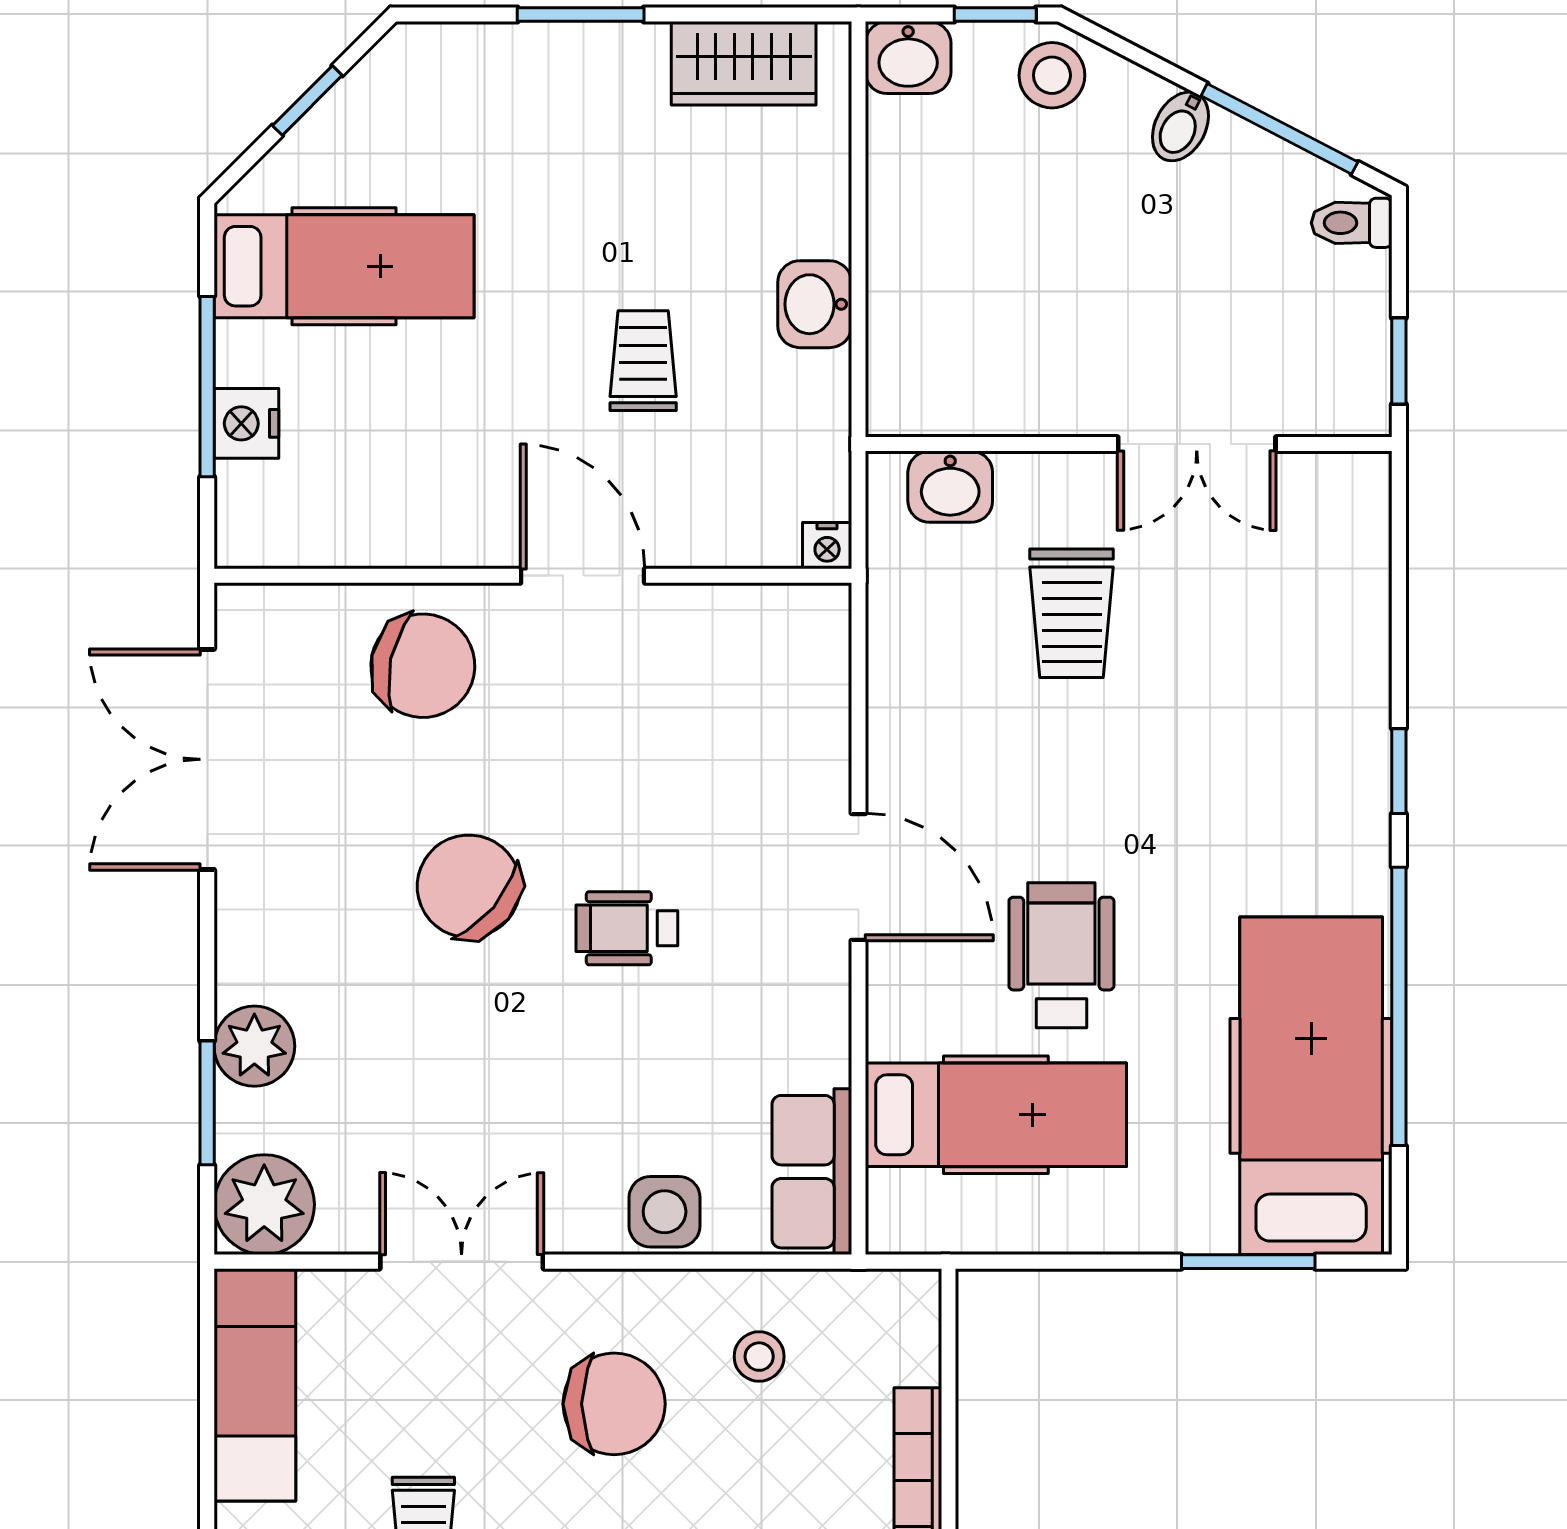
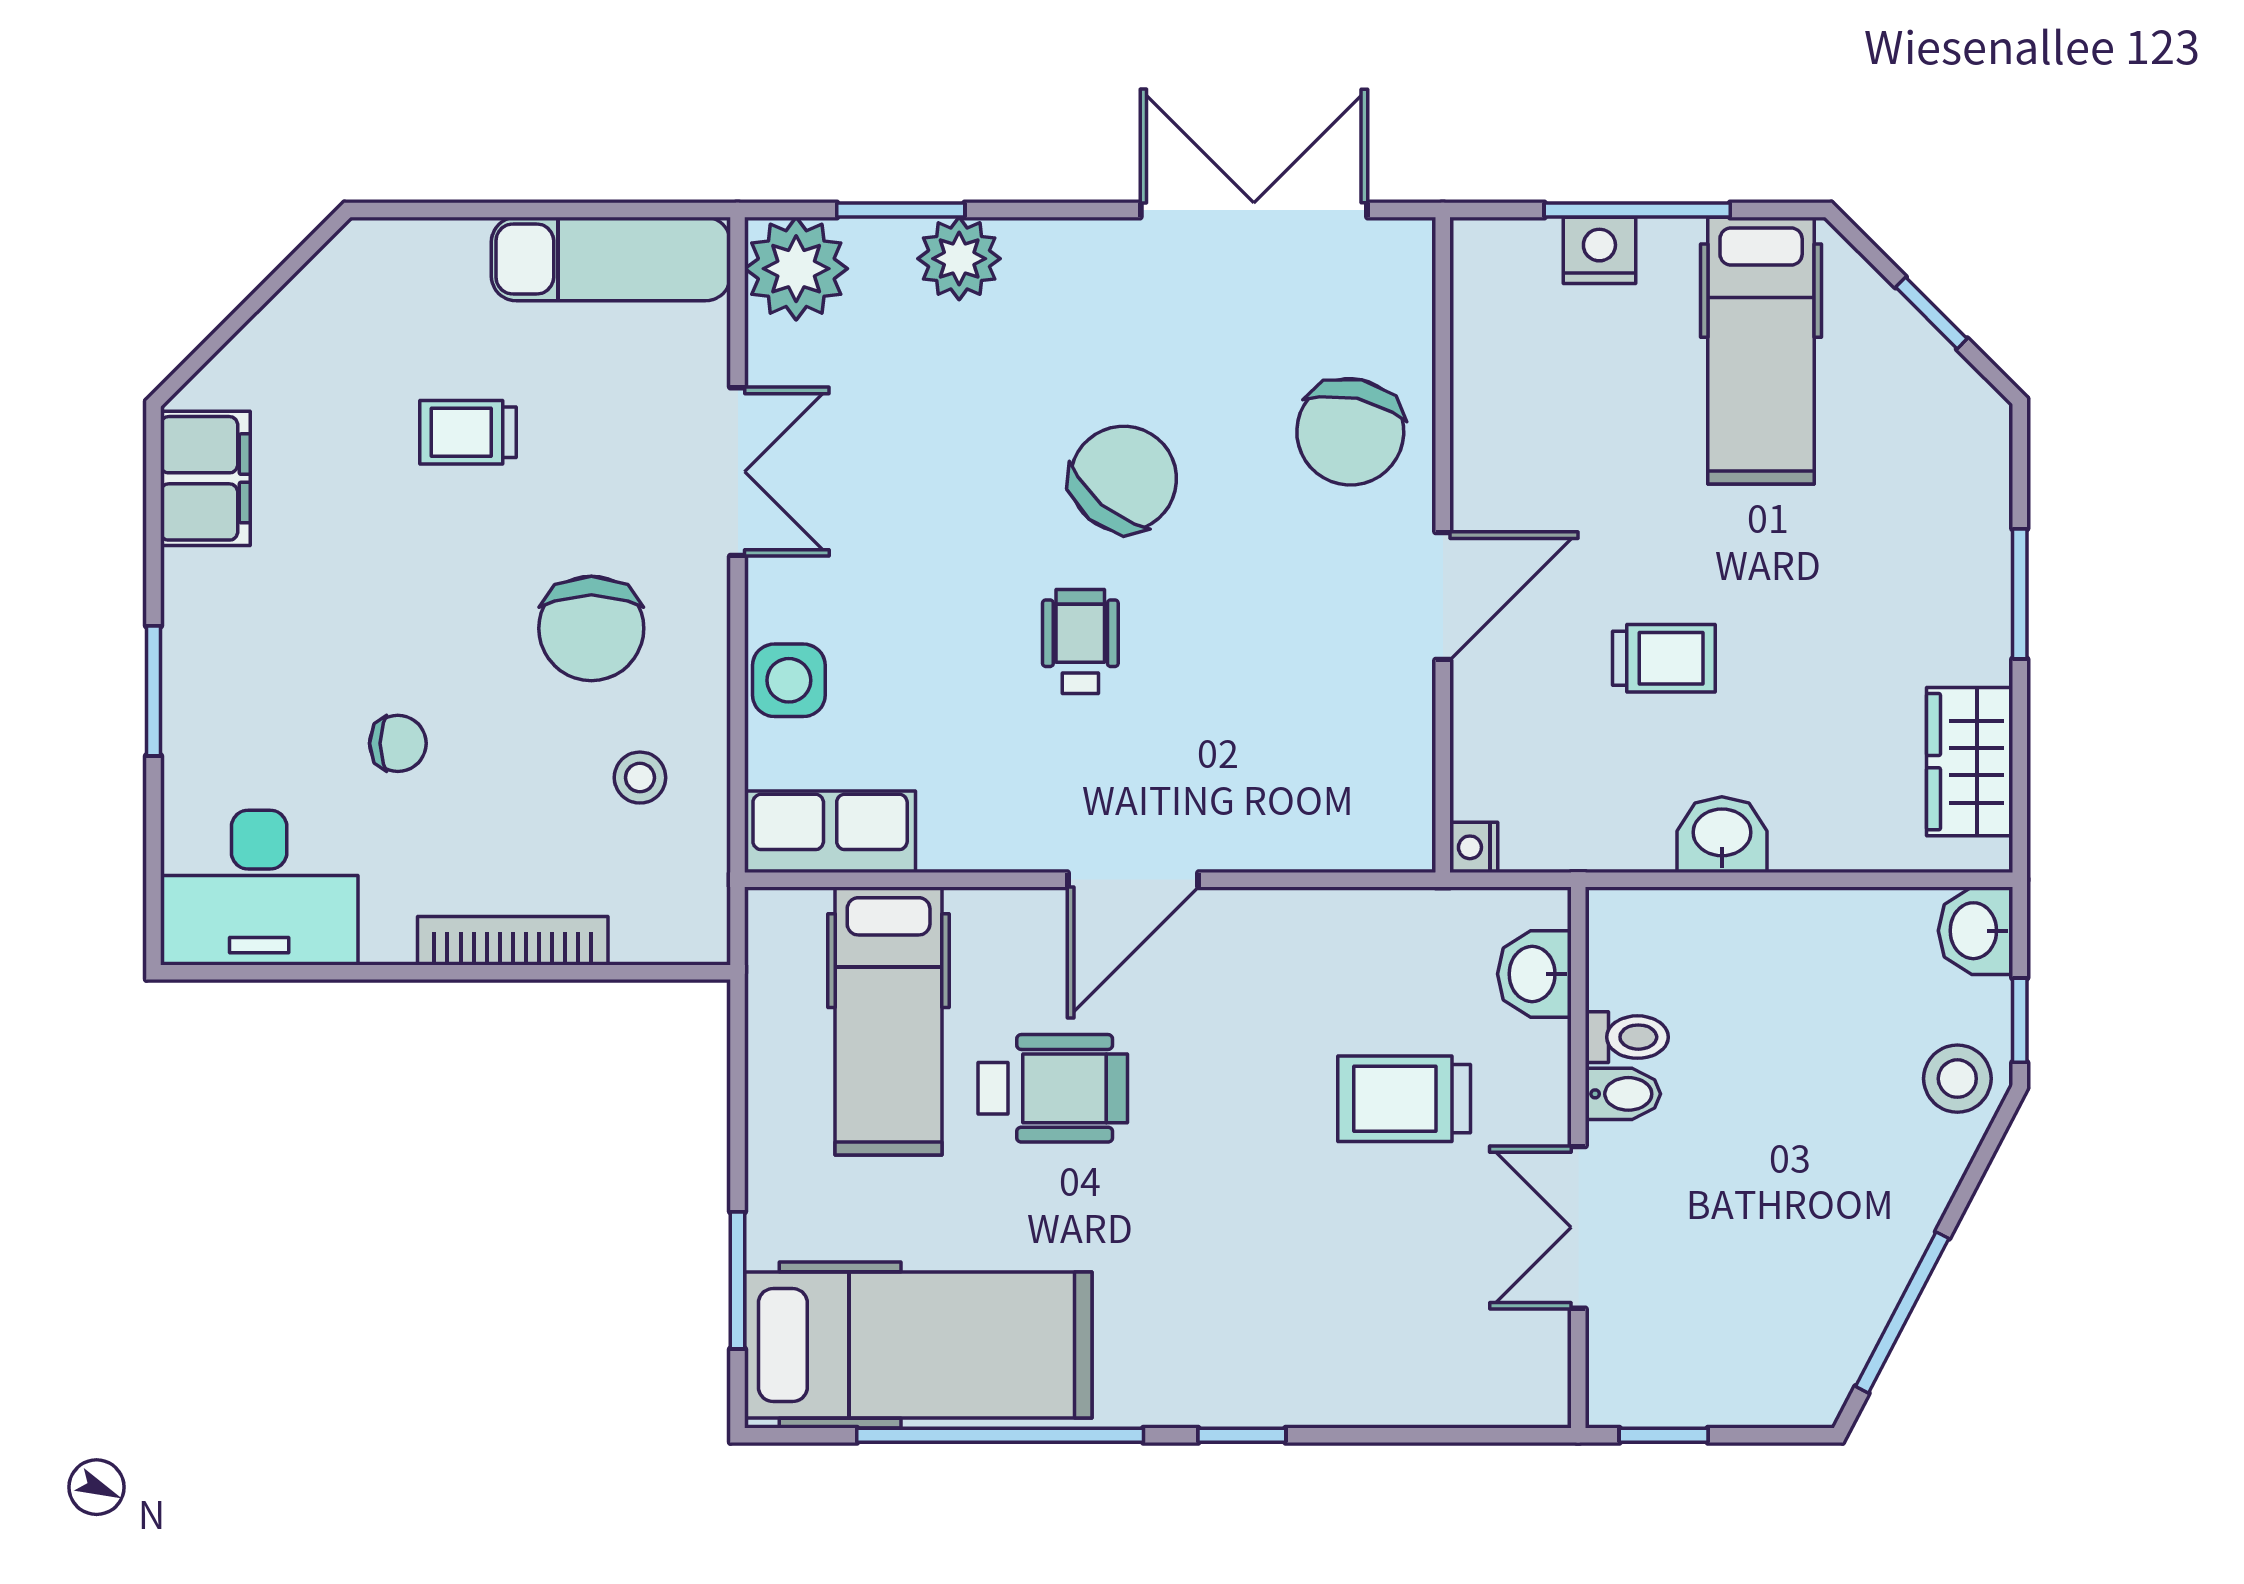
bidet: (1180, 126) -> (1623, 1094), moved, turned 152
toilet: (1352, 223) -> (1627, 1037), moved, turned 90

